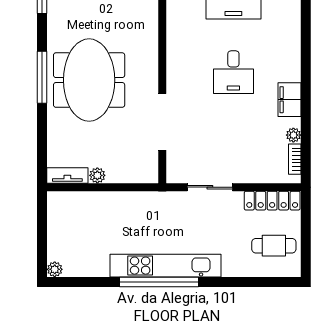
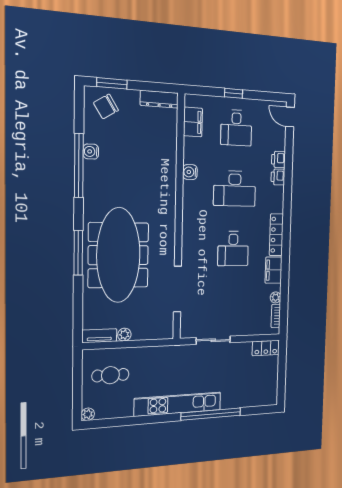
locker: (292, 54) -> (276, 235), added
meeting table: (89, 80) -> (118, 255), width x1.36
locker: (272, 201) -> (266, 348), width x0.66
cafe table: (274, 246) -> (110, 375), moved
window: (159, 282) -> (211, 414), moved

